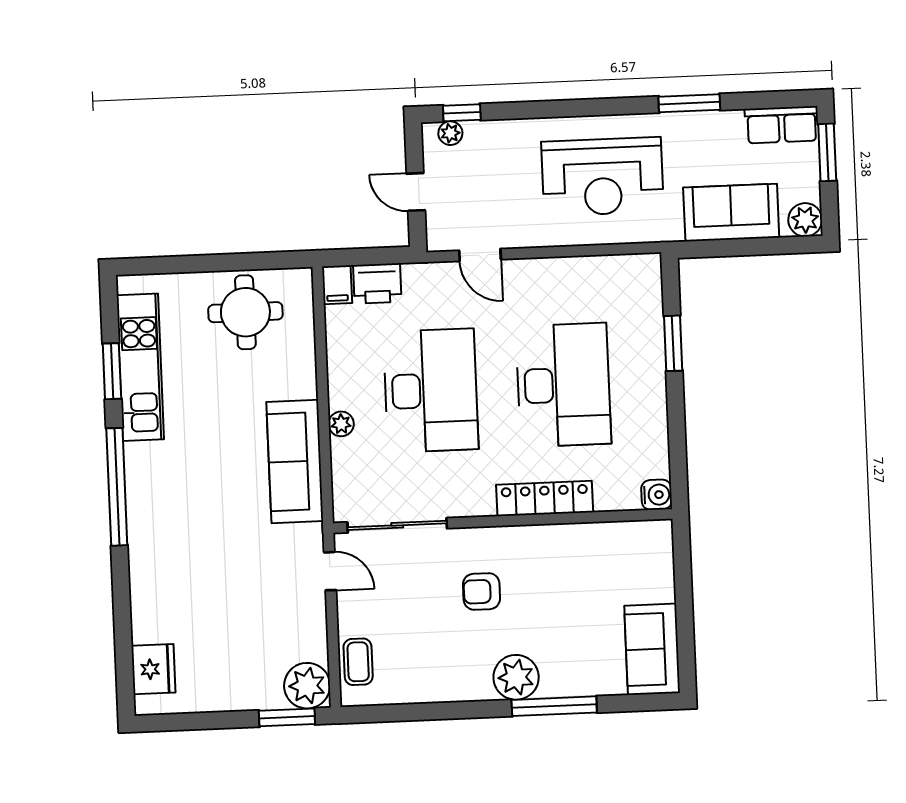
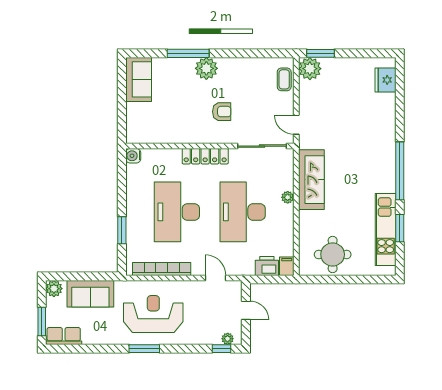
window: (689, 103) -> (144, 349), moved
bookcase: (589, 268) -> (162, 269), added
locker: (545, 499) -> (205, 156), moved

